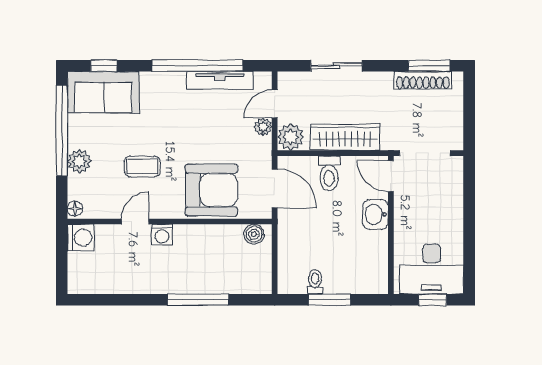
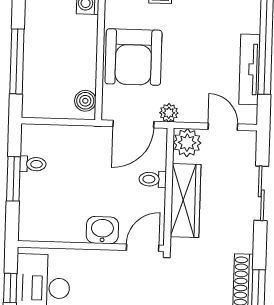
plant: (263, 127) -> (169, 113), moved
toilet: (329, 173) -> (153, 179), width x0.73, depth x0.72
window: (198, 300) -> (17, 61), moved

